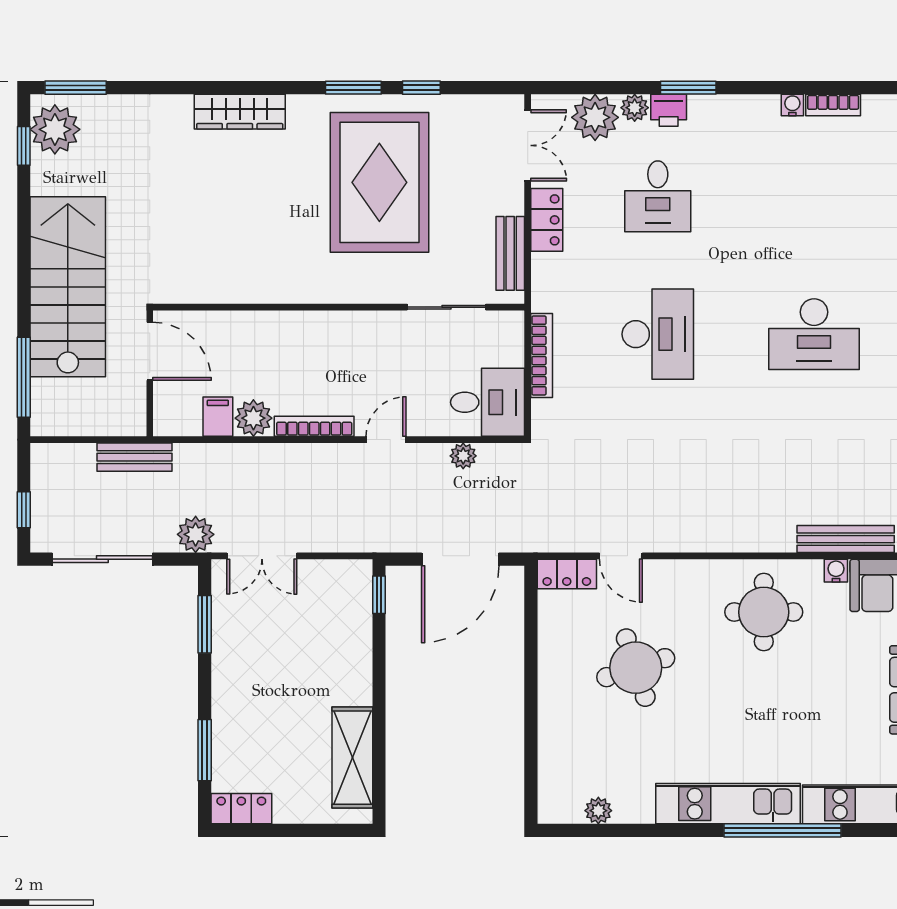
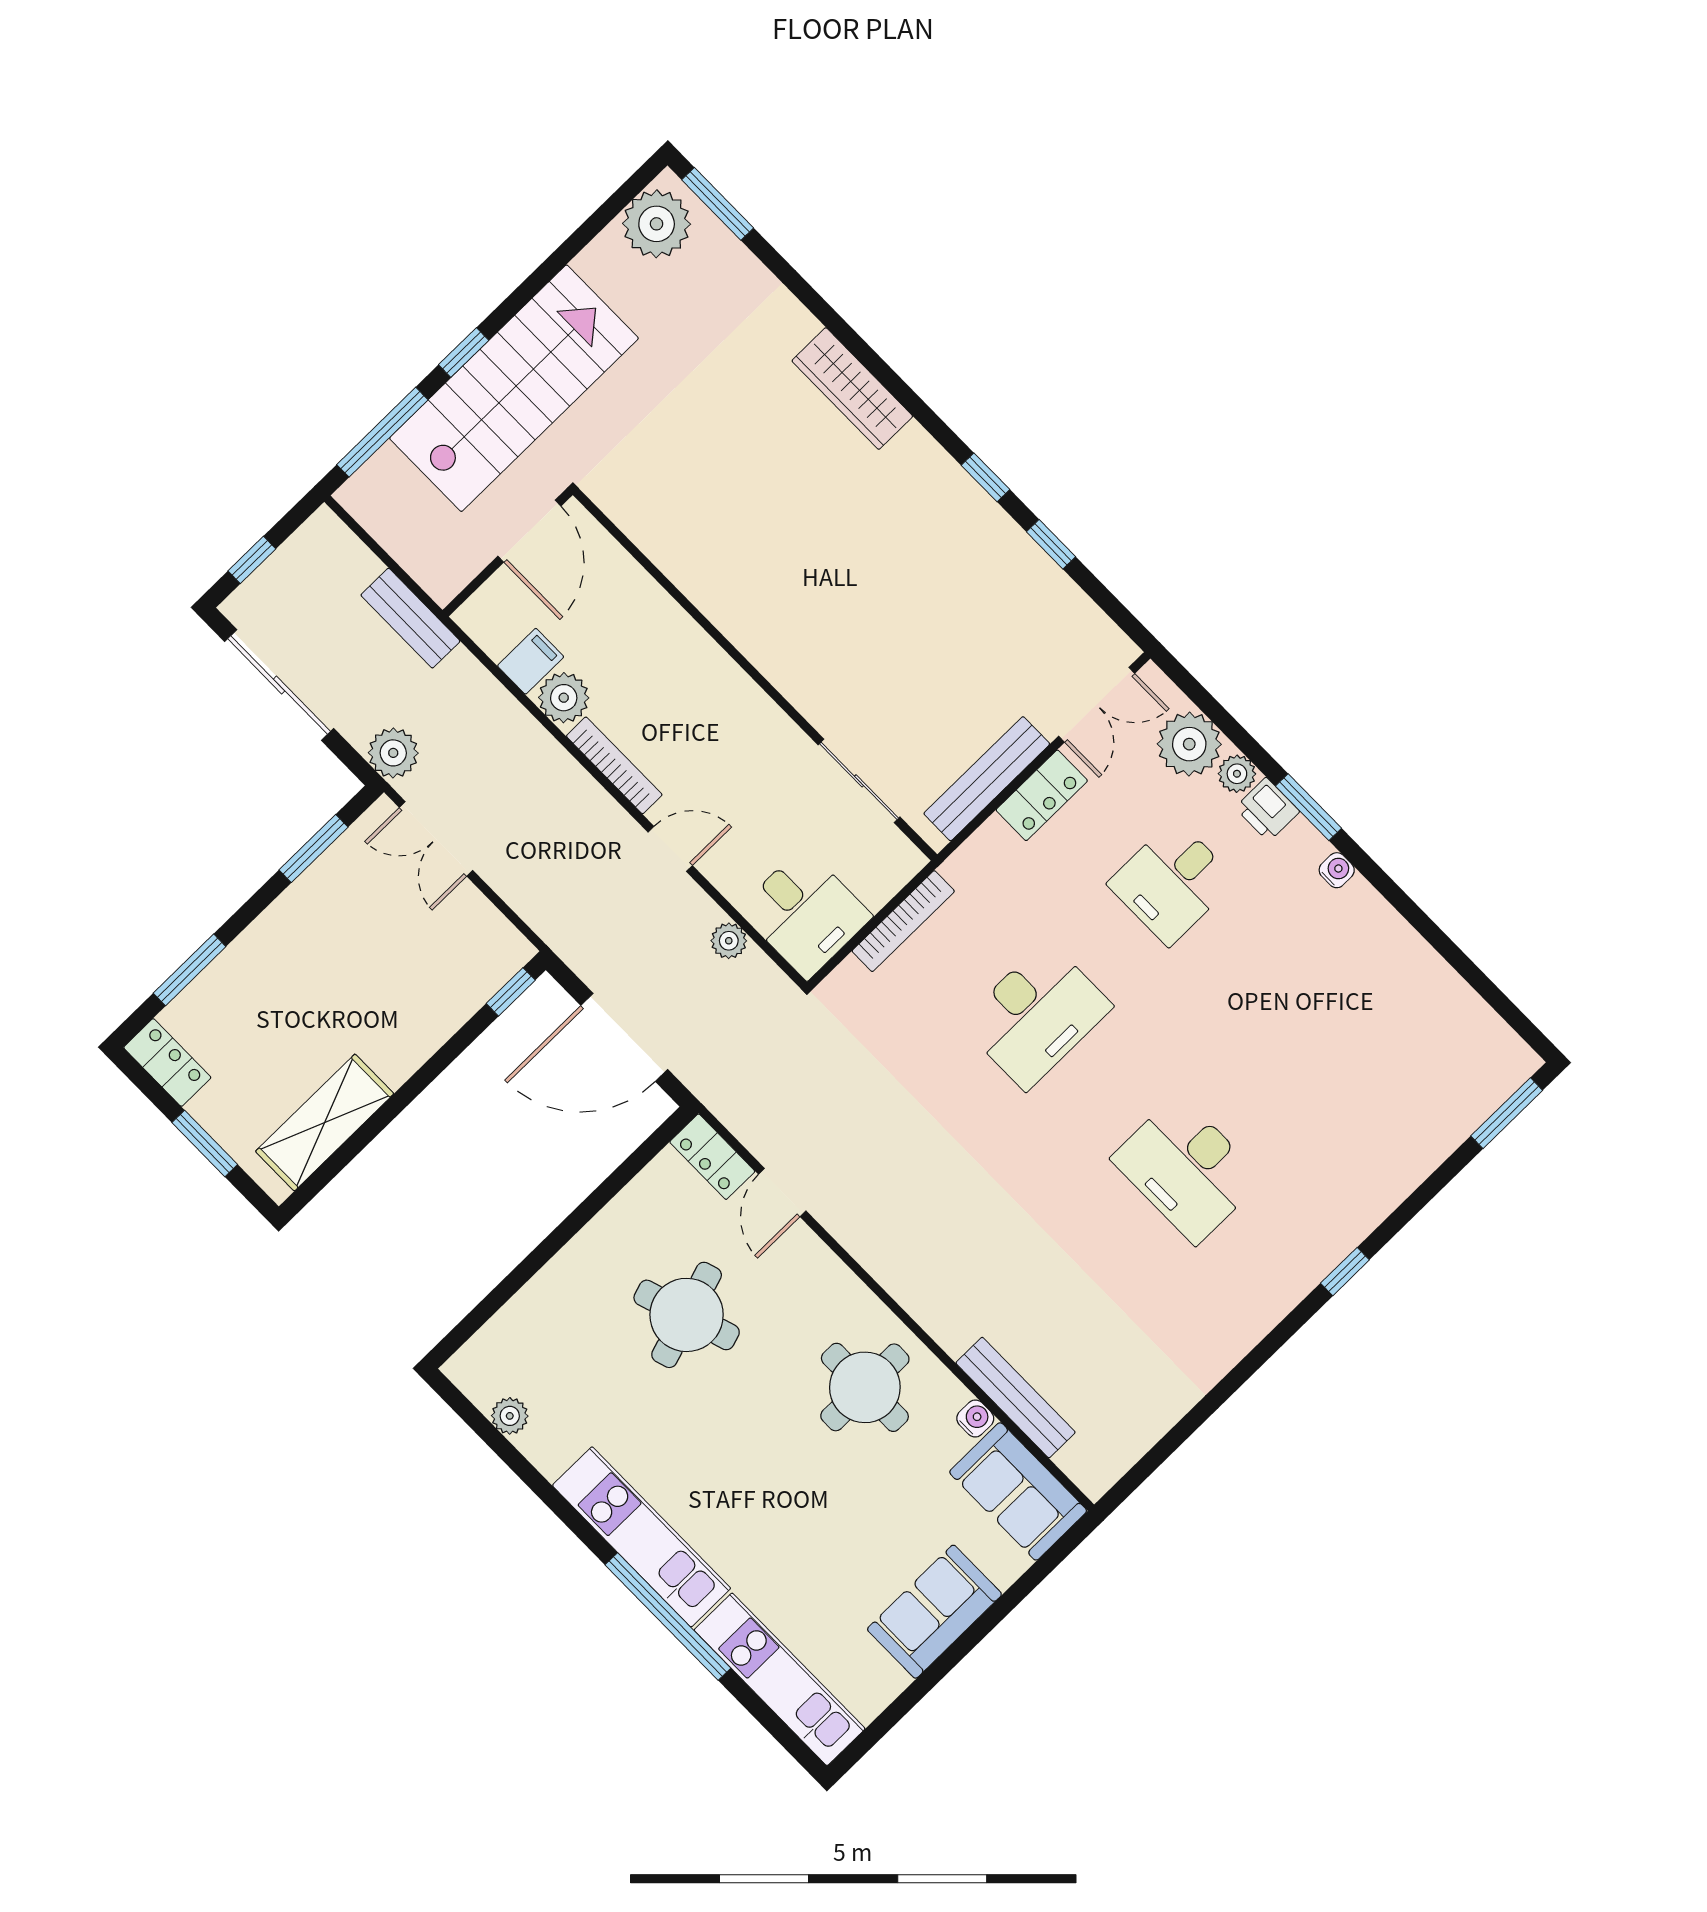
window: (353, 88) -> (986, 477), width x0.67
water cooler: (792, 105) -> (1337, 870), moved
bookcase: (833, 105) -> (1431, 967), removed
window: (24, 146) -> (464, 352), moved
rug: (379, 182) -> (917, 595), removed
bench: (510, 253) -> (987, 779), width x1.36
window: (302, 830) -> (205, 1144), added

